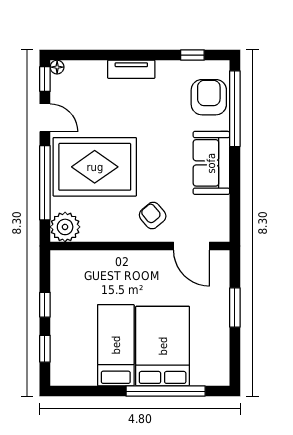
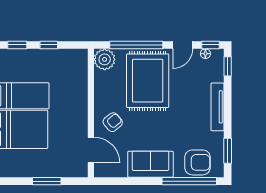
window: (75, 55) -> (228, 66), added
window: (192, 55) -> (228, 151), width x1.50
floor lamp: (57, 67) -> (205, 54), moved
tv unit: (131, 69) -> (218, 107), width x1.41
door: (191, 246) -> (91, 150), swing flipped

